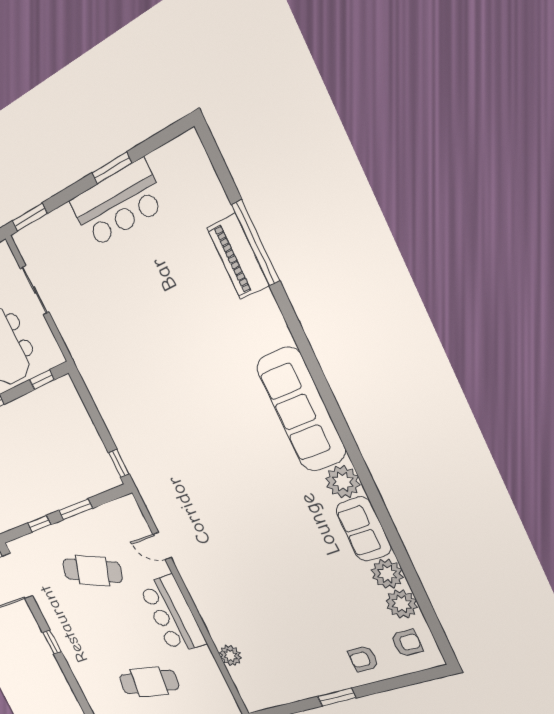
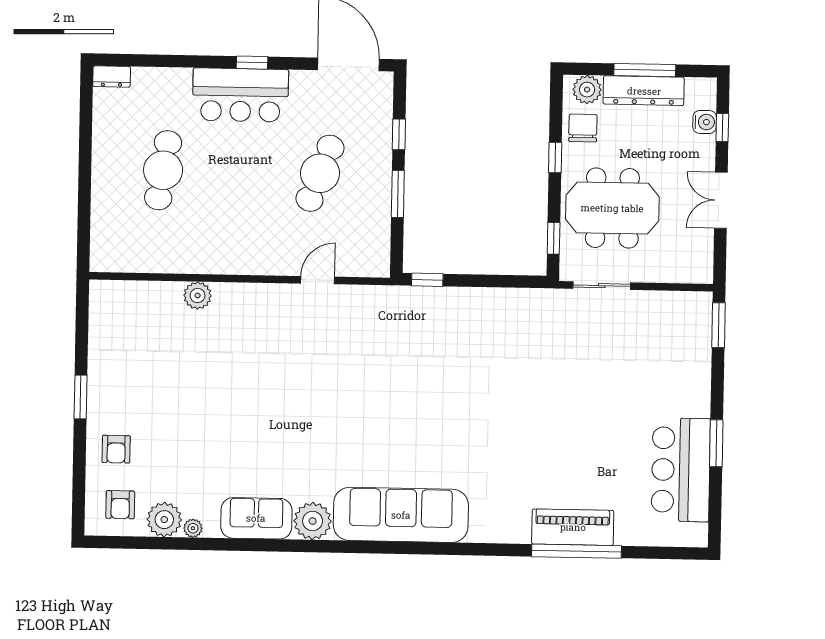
bar counter: (117, 204) -> (681, 470), moved
sliding door: (35, 290) -> (602, 286), moved
plant: (387, 574) -> (193, 528), width x0.53, depth x0.53
bar counter: (172, 614) -> (240, 95), moved, turned 180
plant: (230, 655) -> (198, 295), moved
armchair: (363, 659) -> (116, 449), turned 180

